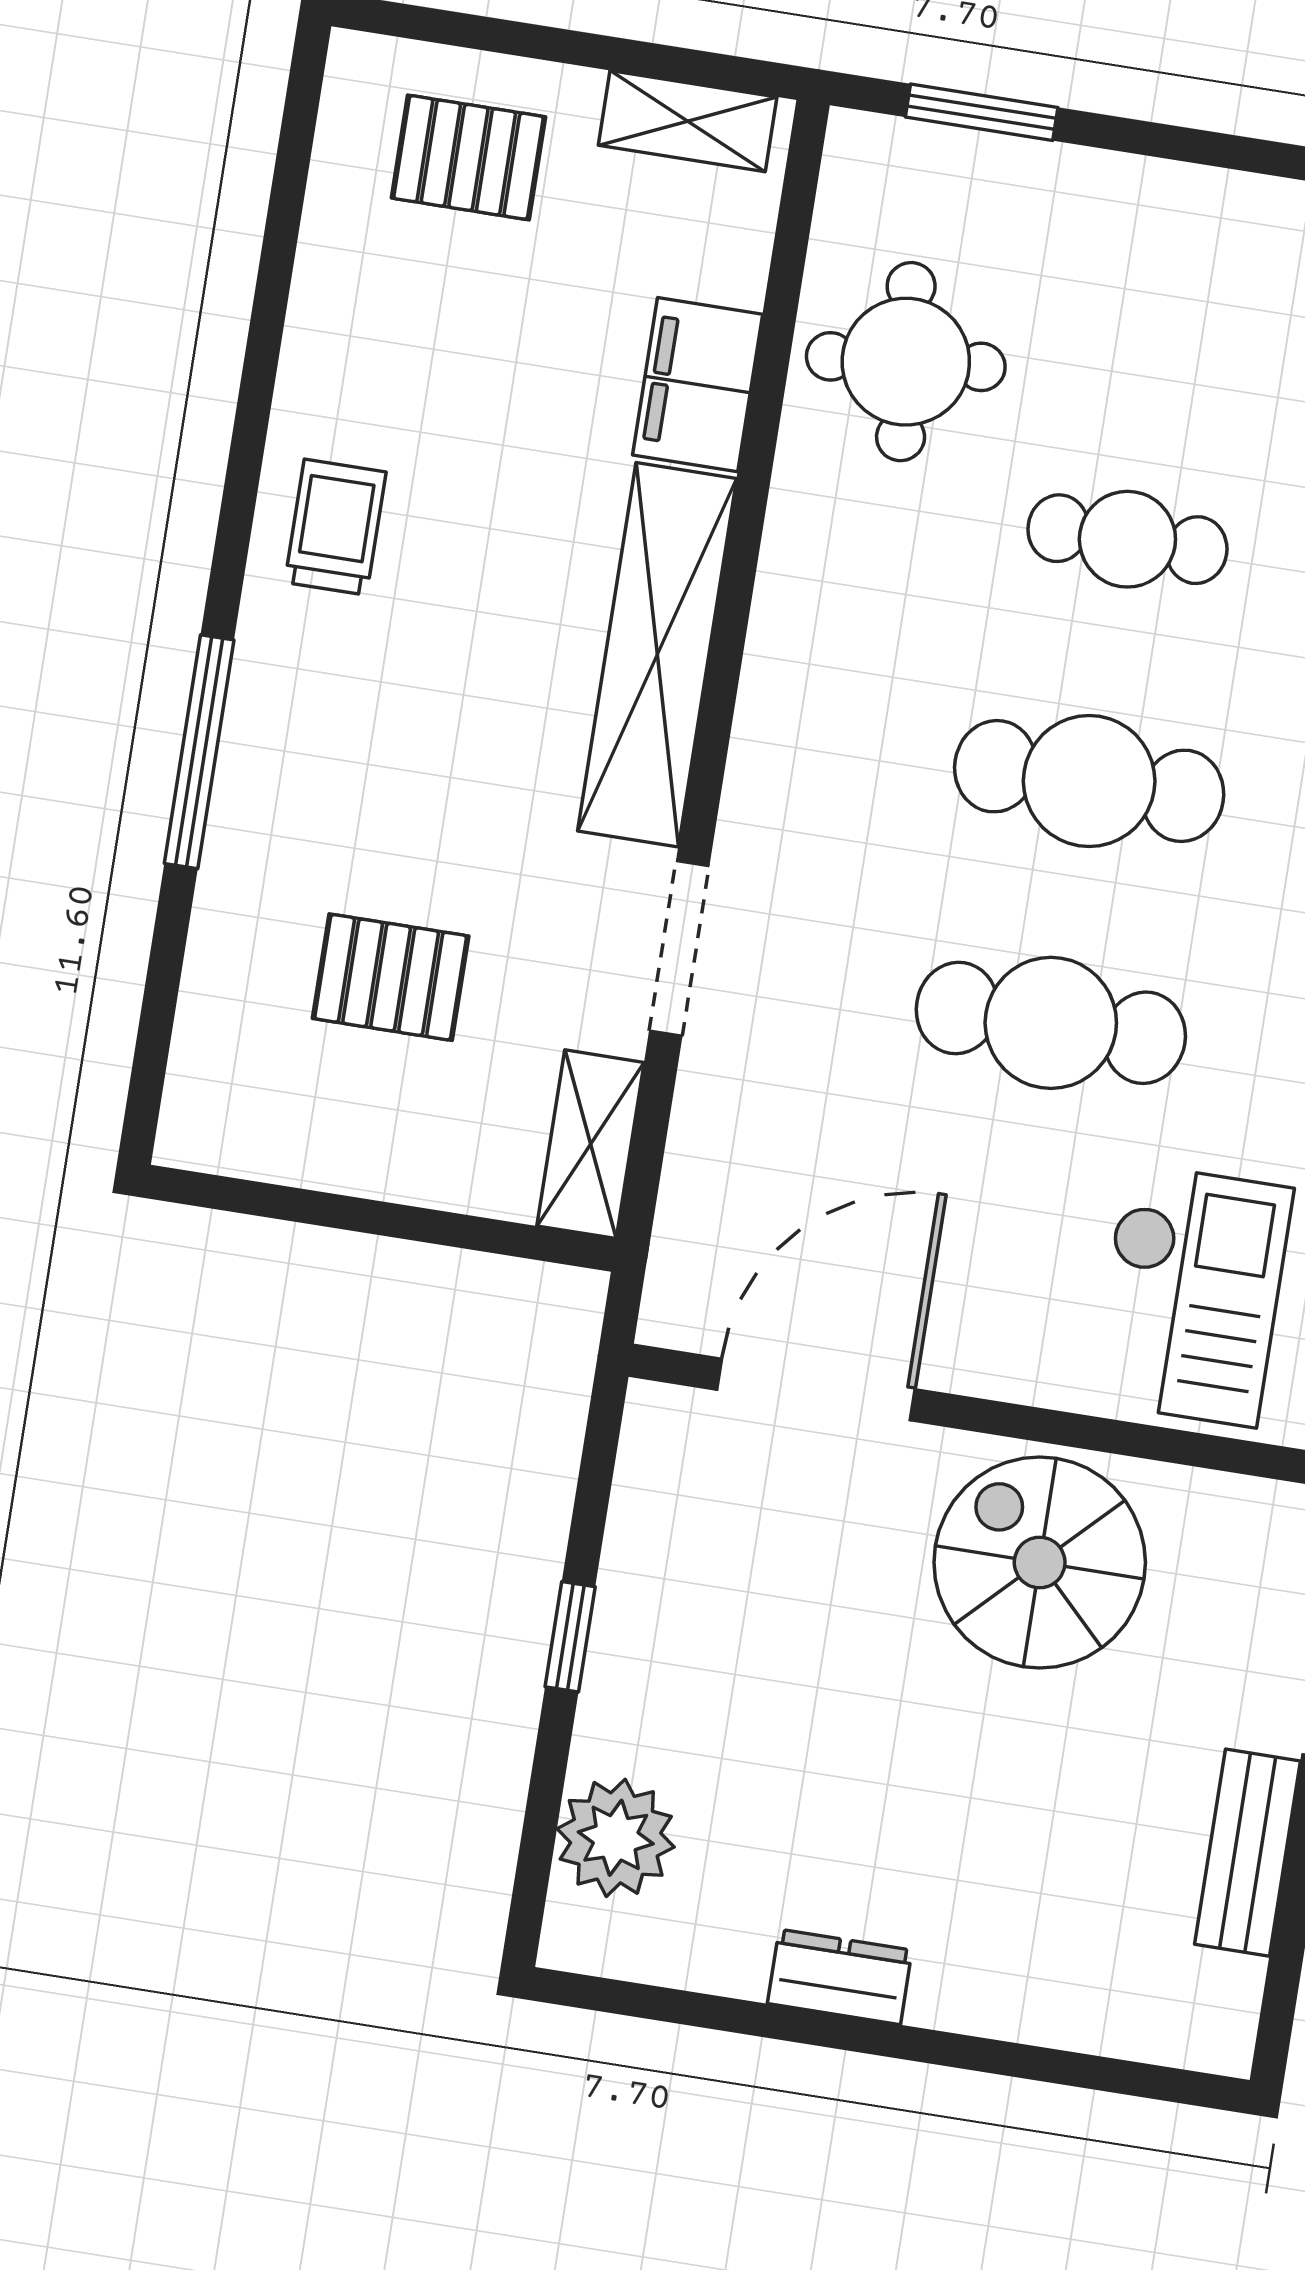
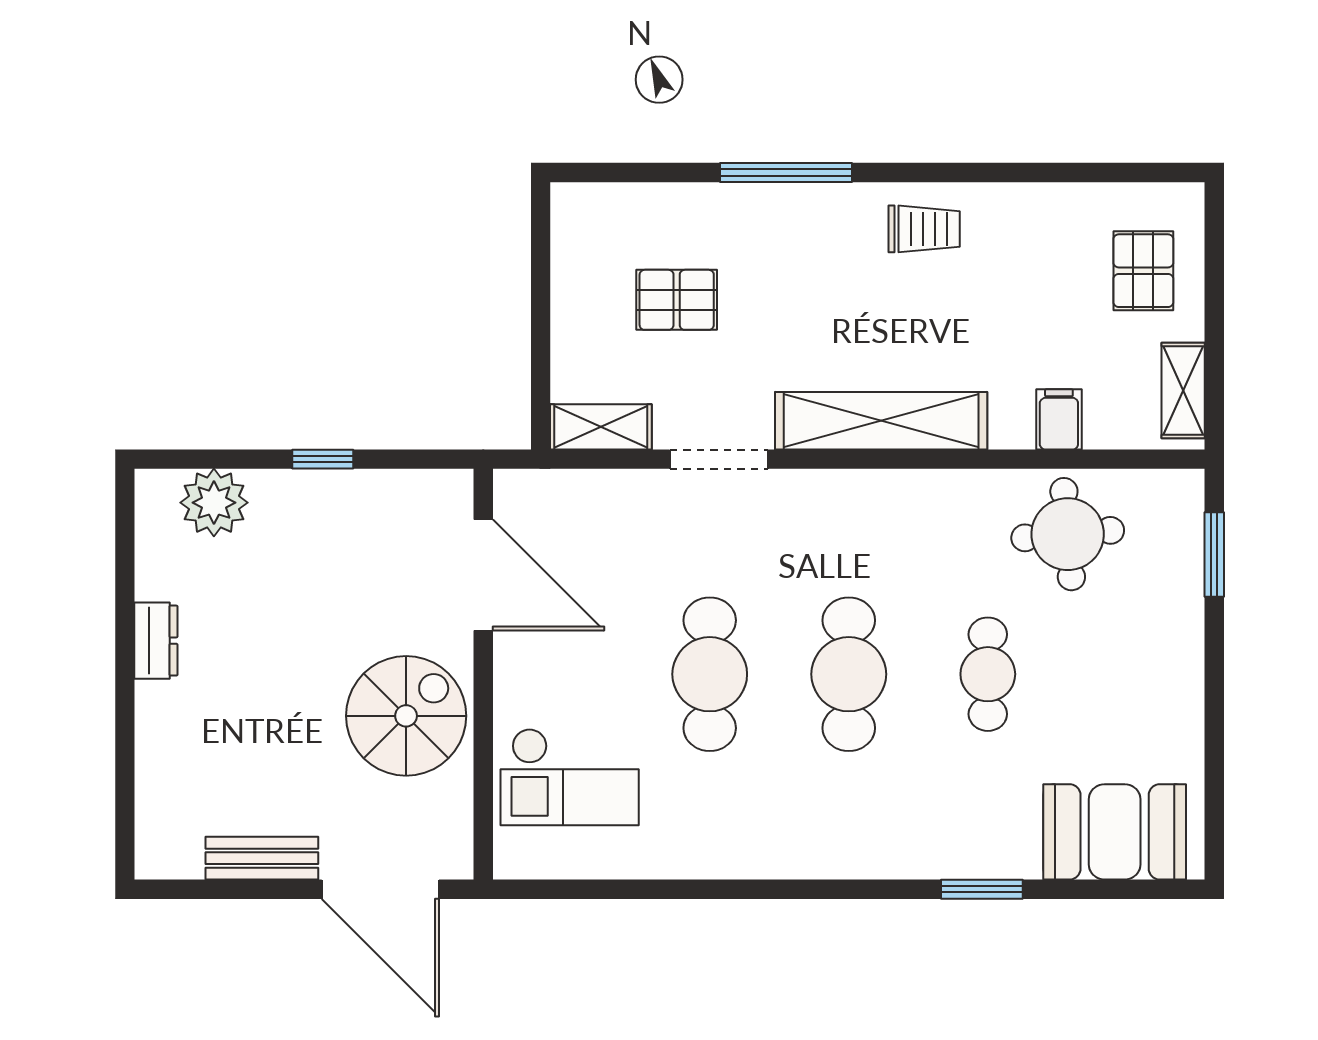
filing cabinet: (698, 385) -> (1059, 419), width x0.50
pallet: (391, 977) -> (677, 300), turned 90

